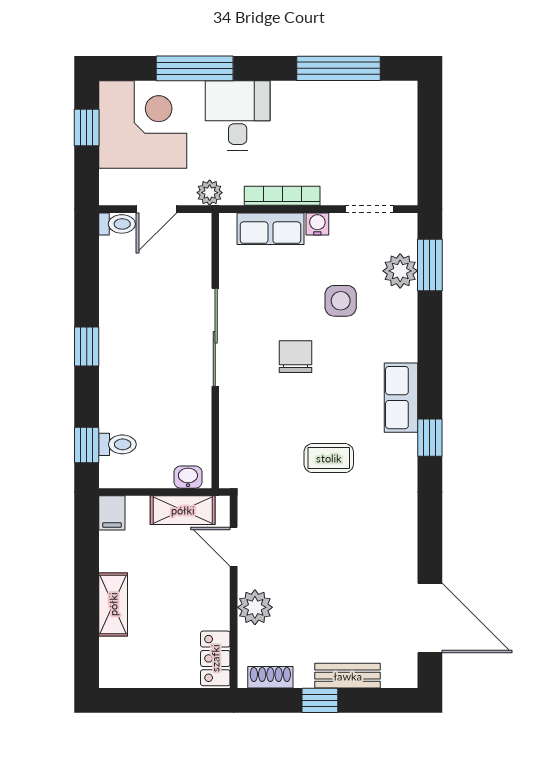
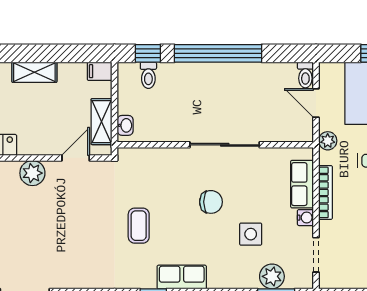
window: (87, 347) -> (218, 53), width x3.17

